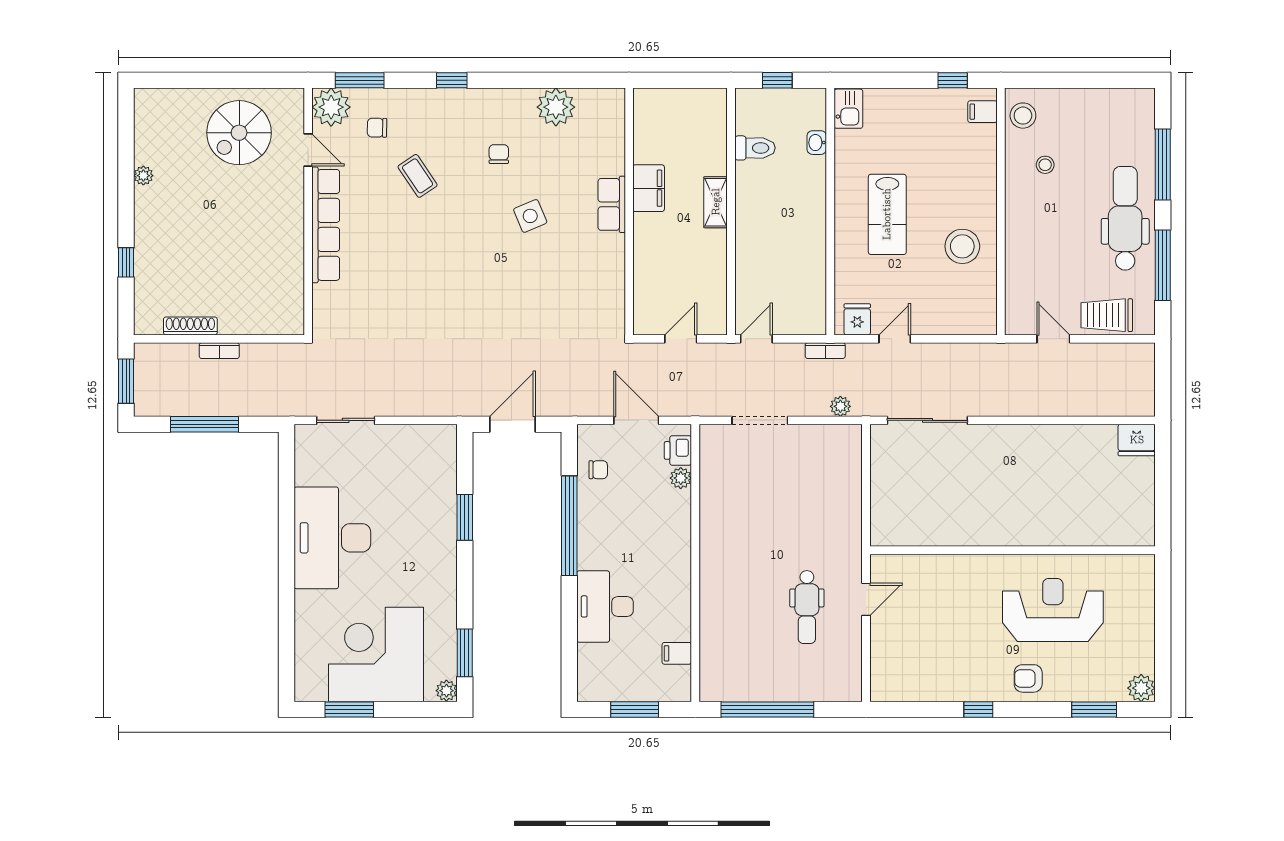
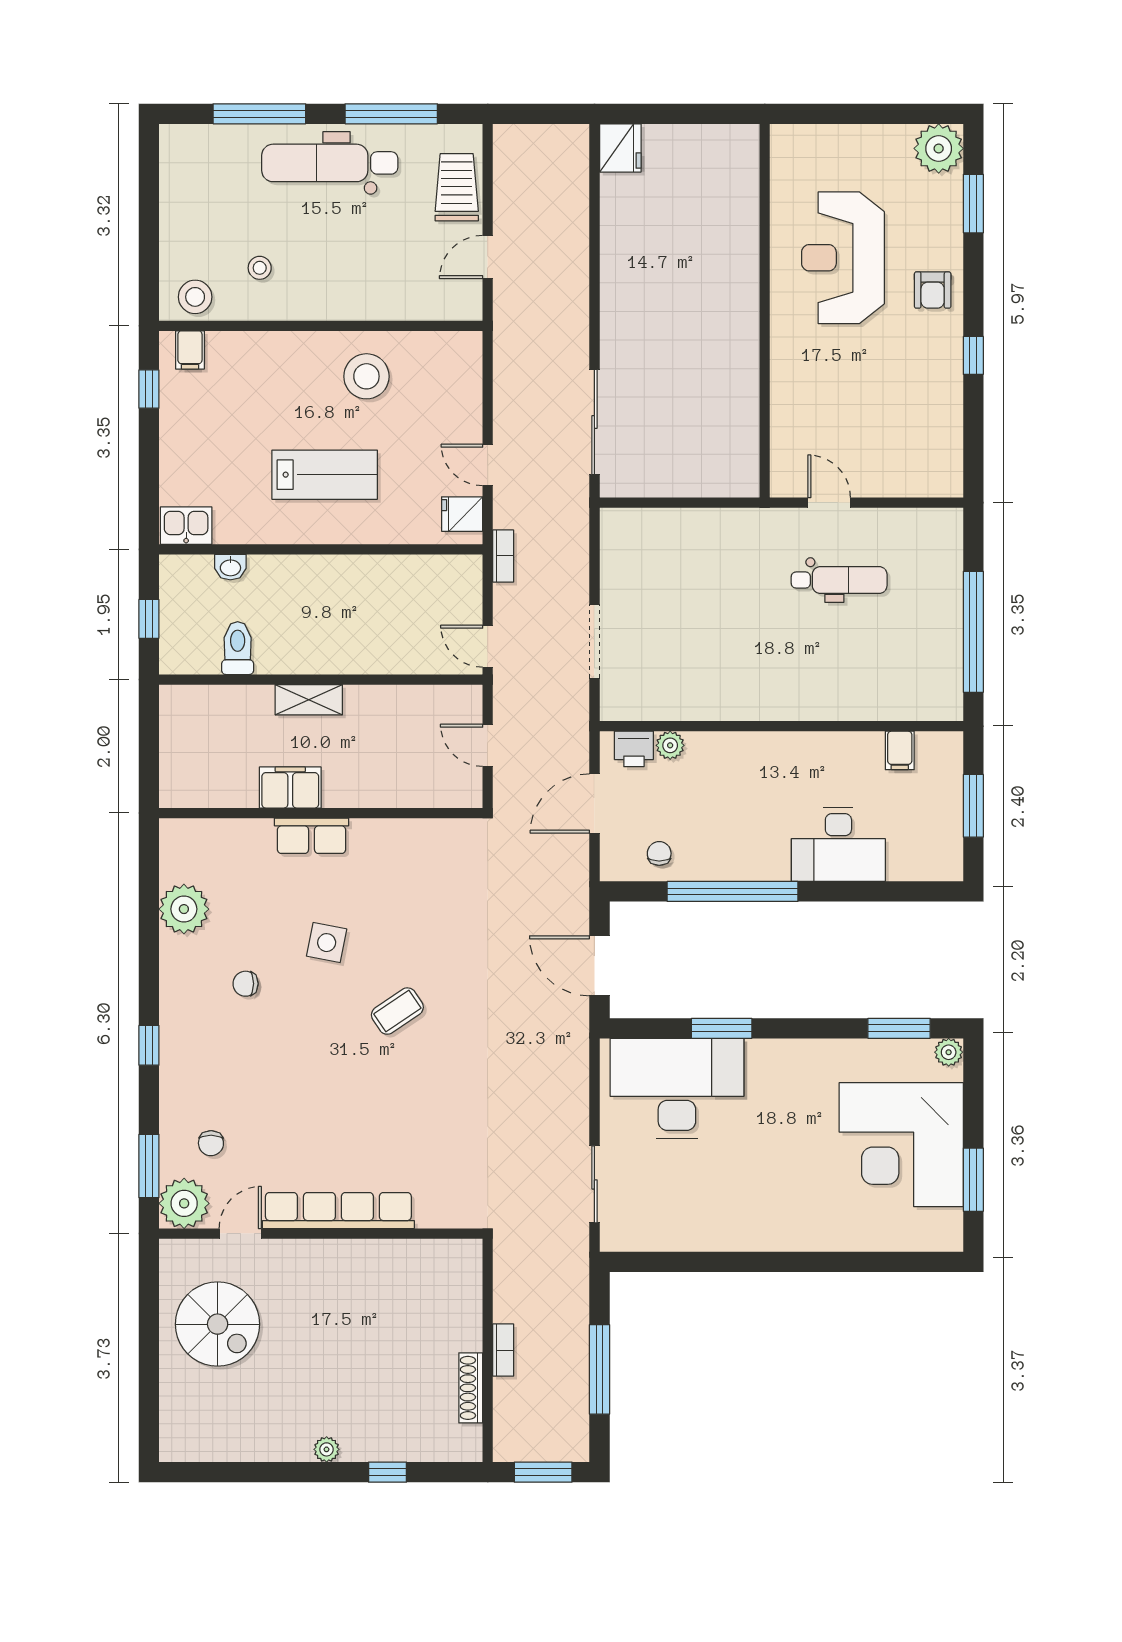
plant: (143, 176) -> (327, 1449), moved
coffee table: (418, 176) -> (397, 1011), moved
side table: (530, 216) -> (327, 943), turned 34
trolley: (1107, 315) -> (457, 187), turned 180
plant: (840, 406) -> (576, 536), removed
desk: (332, 538) -> (677, 1088), moved, turned 180
plant: (1141, 688) -> (939, 148), width x1.36, depth x1.36

